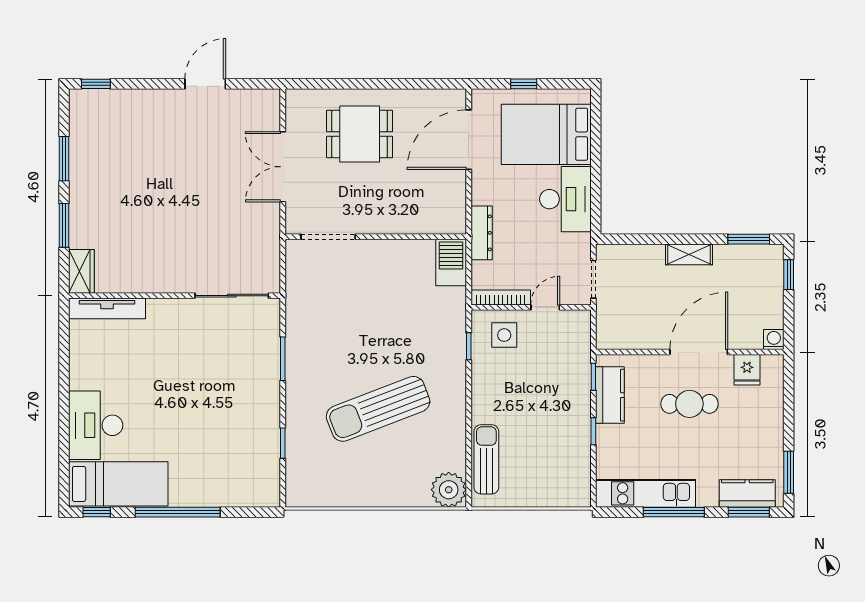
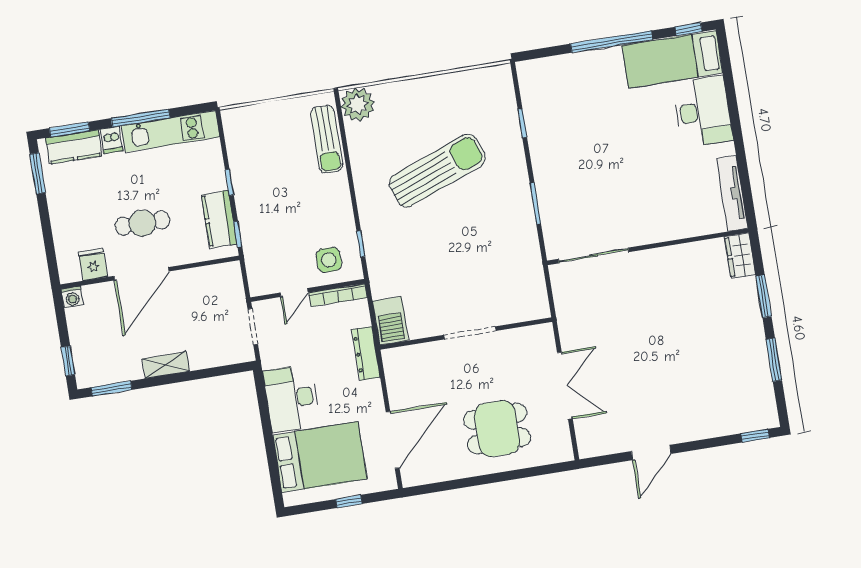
doorway: (328, 237) -> (470, 333), moved
tv unit: (107, 308) -> (732, 193), moved, turned -90
dishwasher: (707, 494) -> (111, 140), added

